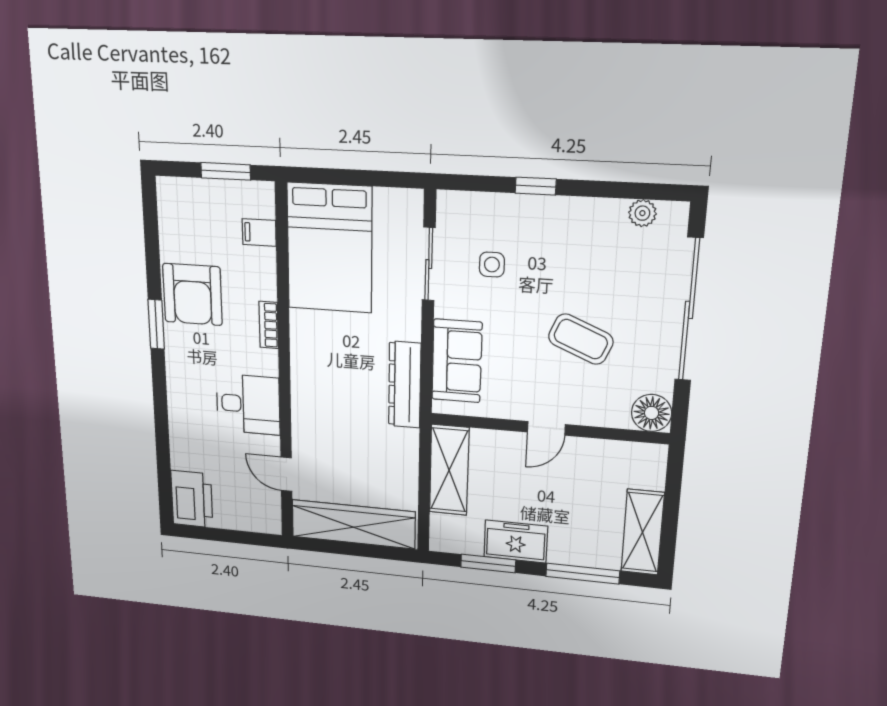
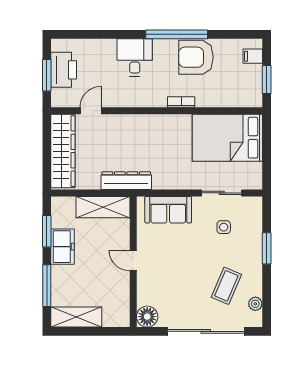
window: (536, 186) -> (267, 248), width x1.50
filing cabinet: (259, 232) -> (253, 56), moved, turned -90
window: (156, 324) -> (177, 34), width x2.11
coffee table: (581, 339) -> (226, 286), moved
dresser: (405, 385) -> (126, 181), moved
desk: (248, 404) -> (135, 57), moved, turned 180
printer: (192, 499) -> (64, 70), moved, turned -90
window: (231, 536) -> (47, 75), added

